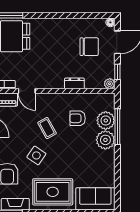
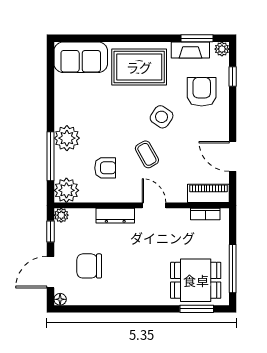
dresser: (74, 83) -> (115, 216), width x1.44
door: (27, 91) -> (154, 205), moved
plant: (106, 120) -> (66, 190), moved

